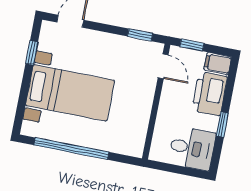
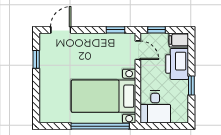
bed with nightstands: (70, 93) -> (103, 96), moved, turned 180
desk: (192, 148) -> (155, 107), moved, turned 90
window: (71, 149) -> (100, 126), moved

